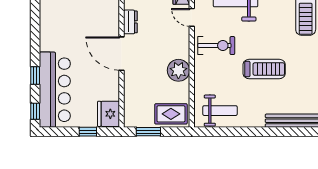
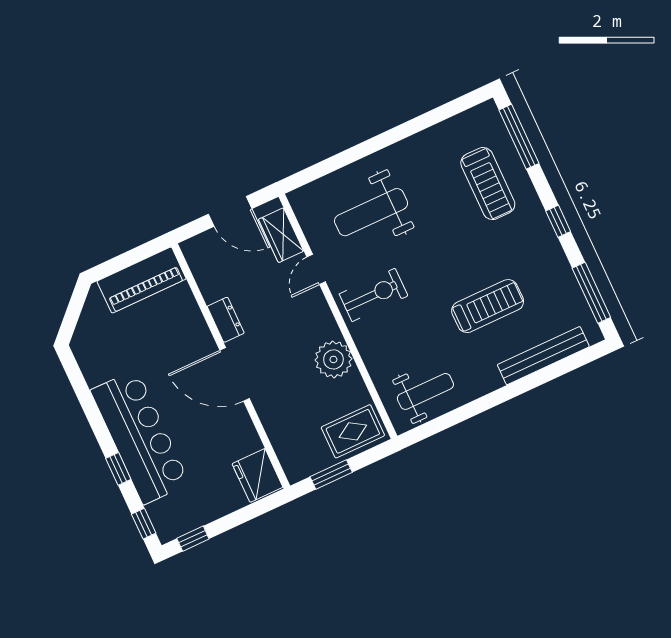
door: (192, 17) -> (316, 269), hinge flipped
treadmill: (264, 69) -> (488, 306), moved
bar counter: (55, 90) -> (140, 437), moved
window: (88, 132) -> (193, 539), moved

